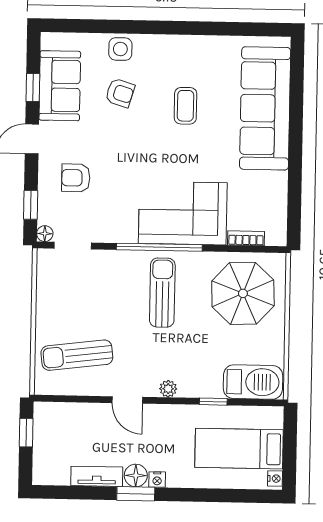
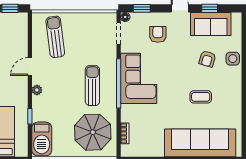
corner sofa: (183, 213) -> (139, 78), moved
sun lounger: (162, 293) -> (92, 86), turned -90

